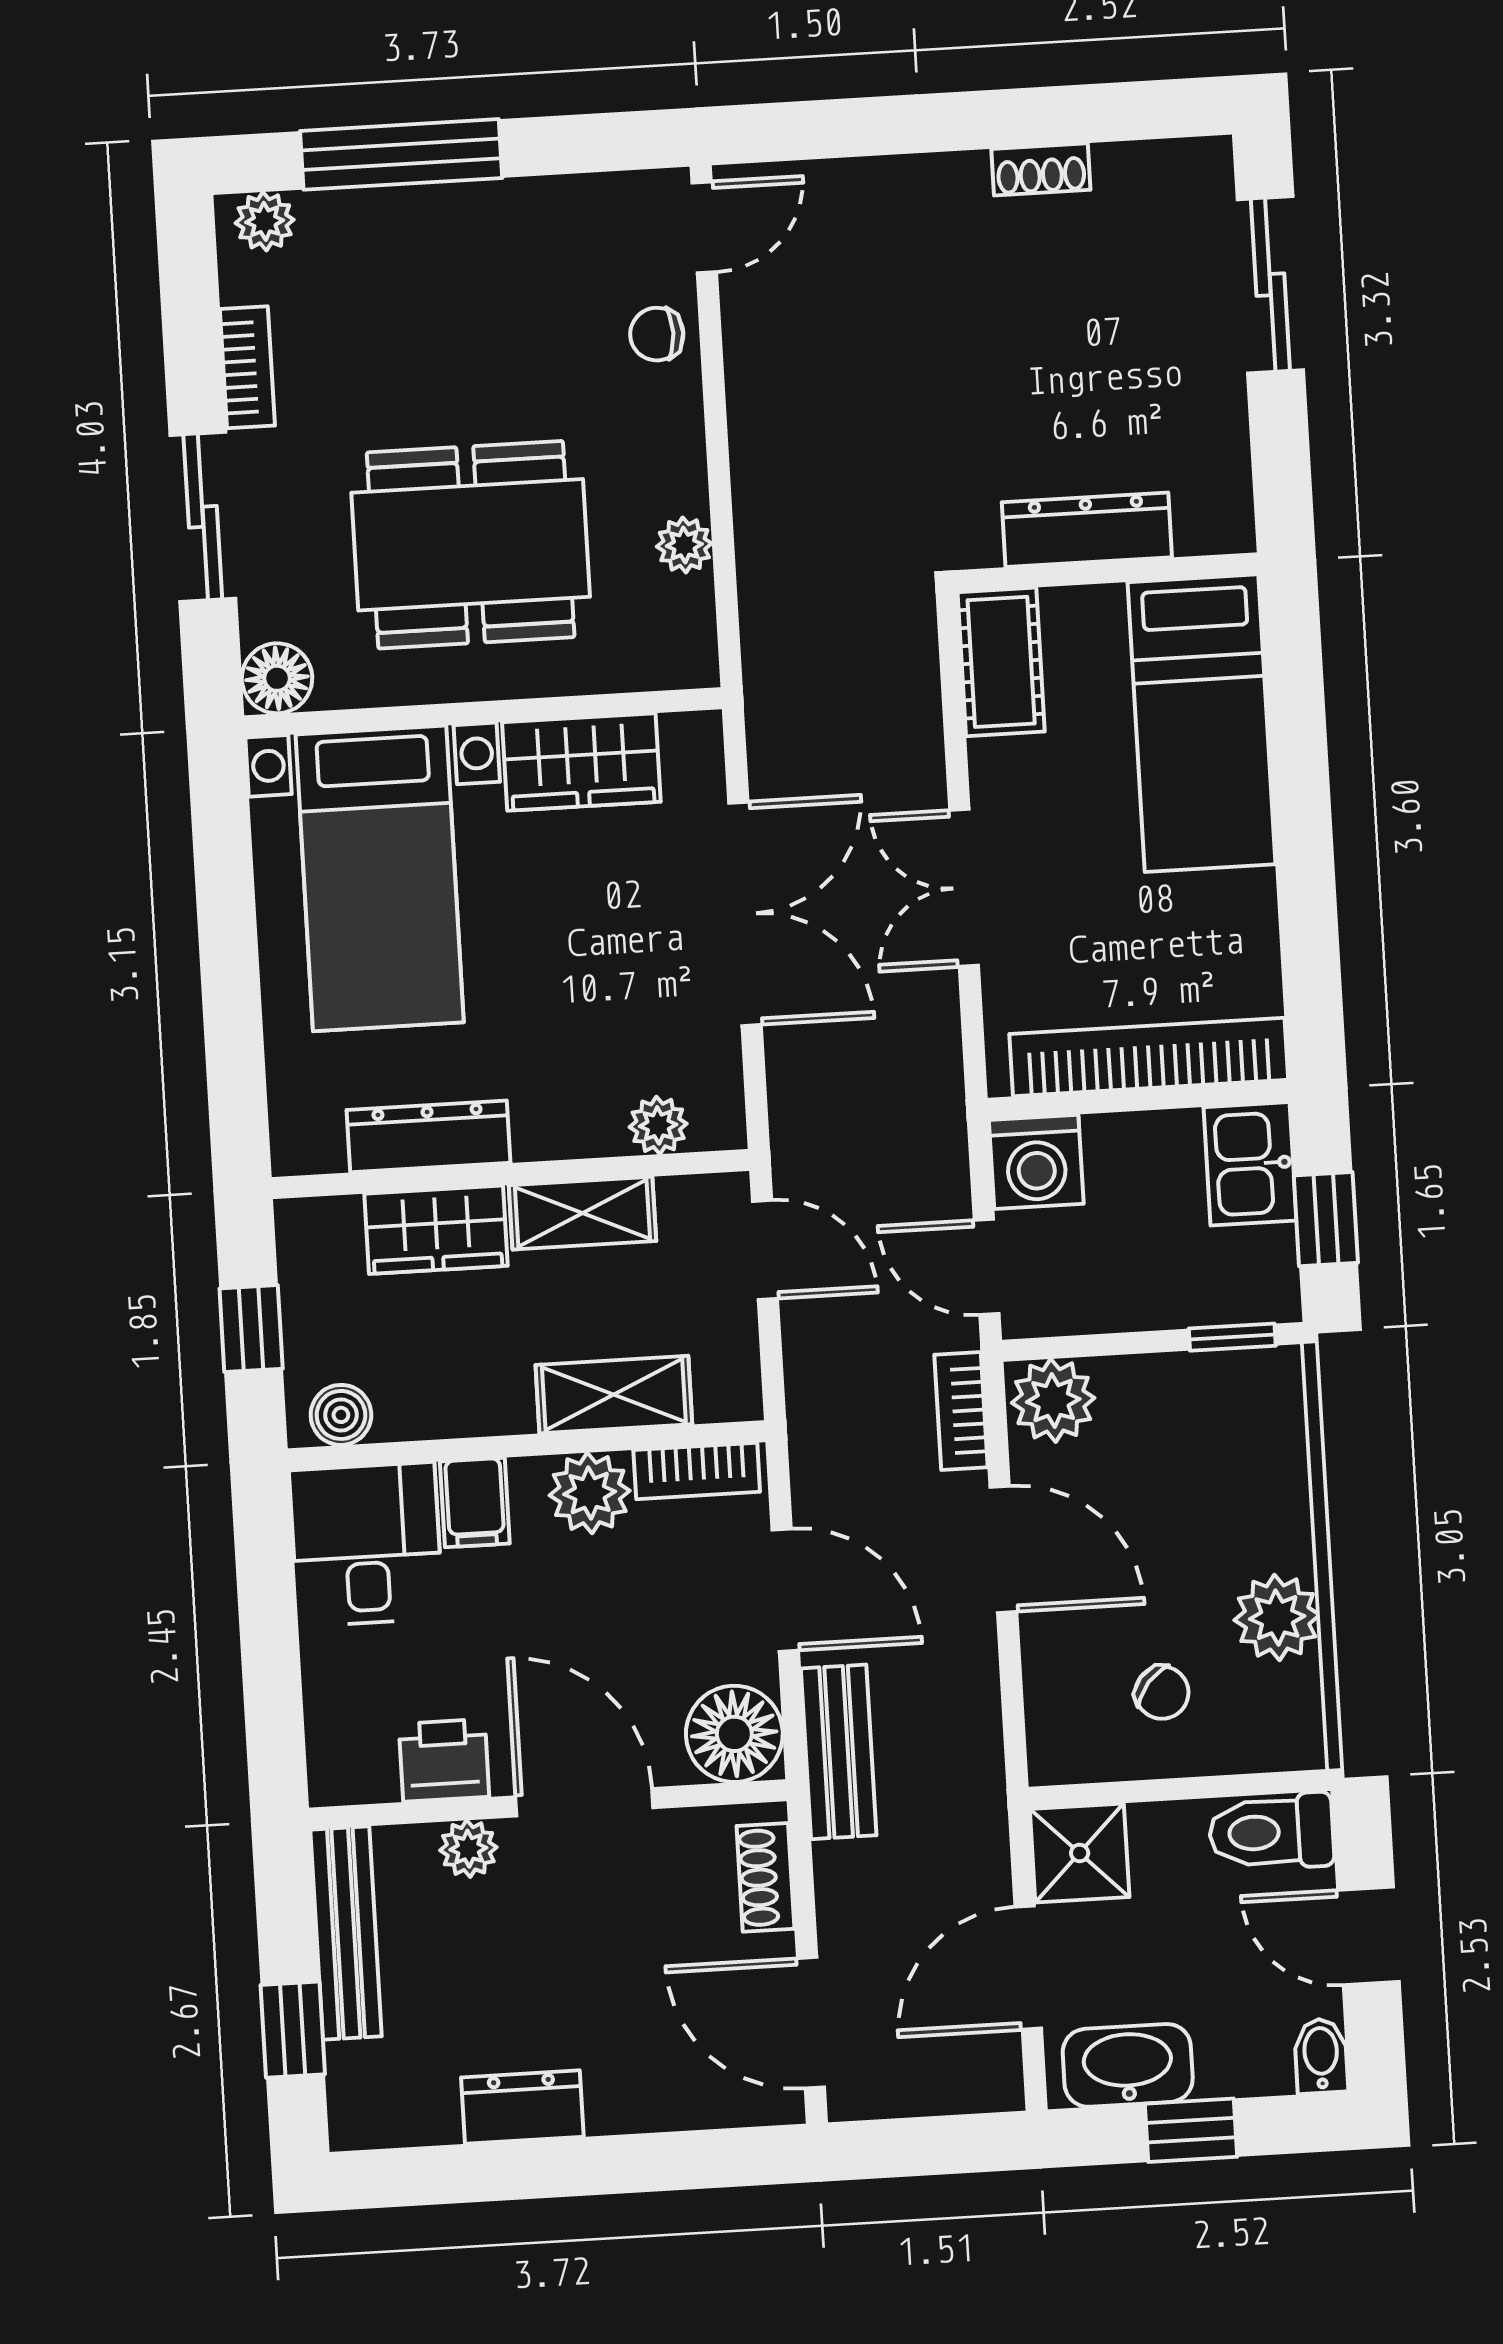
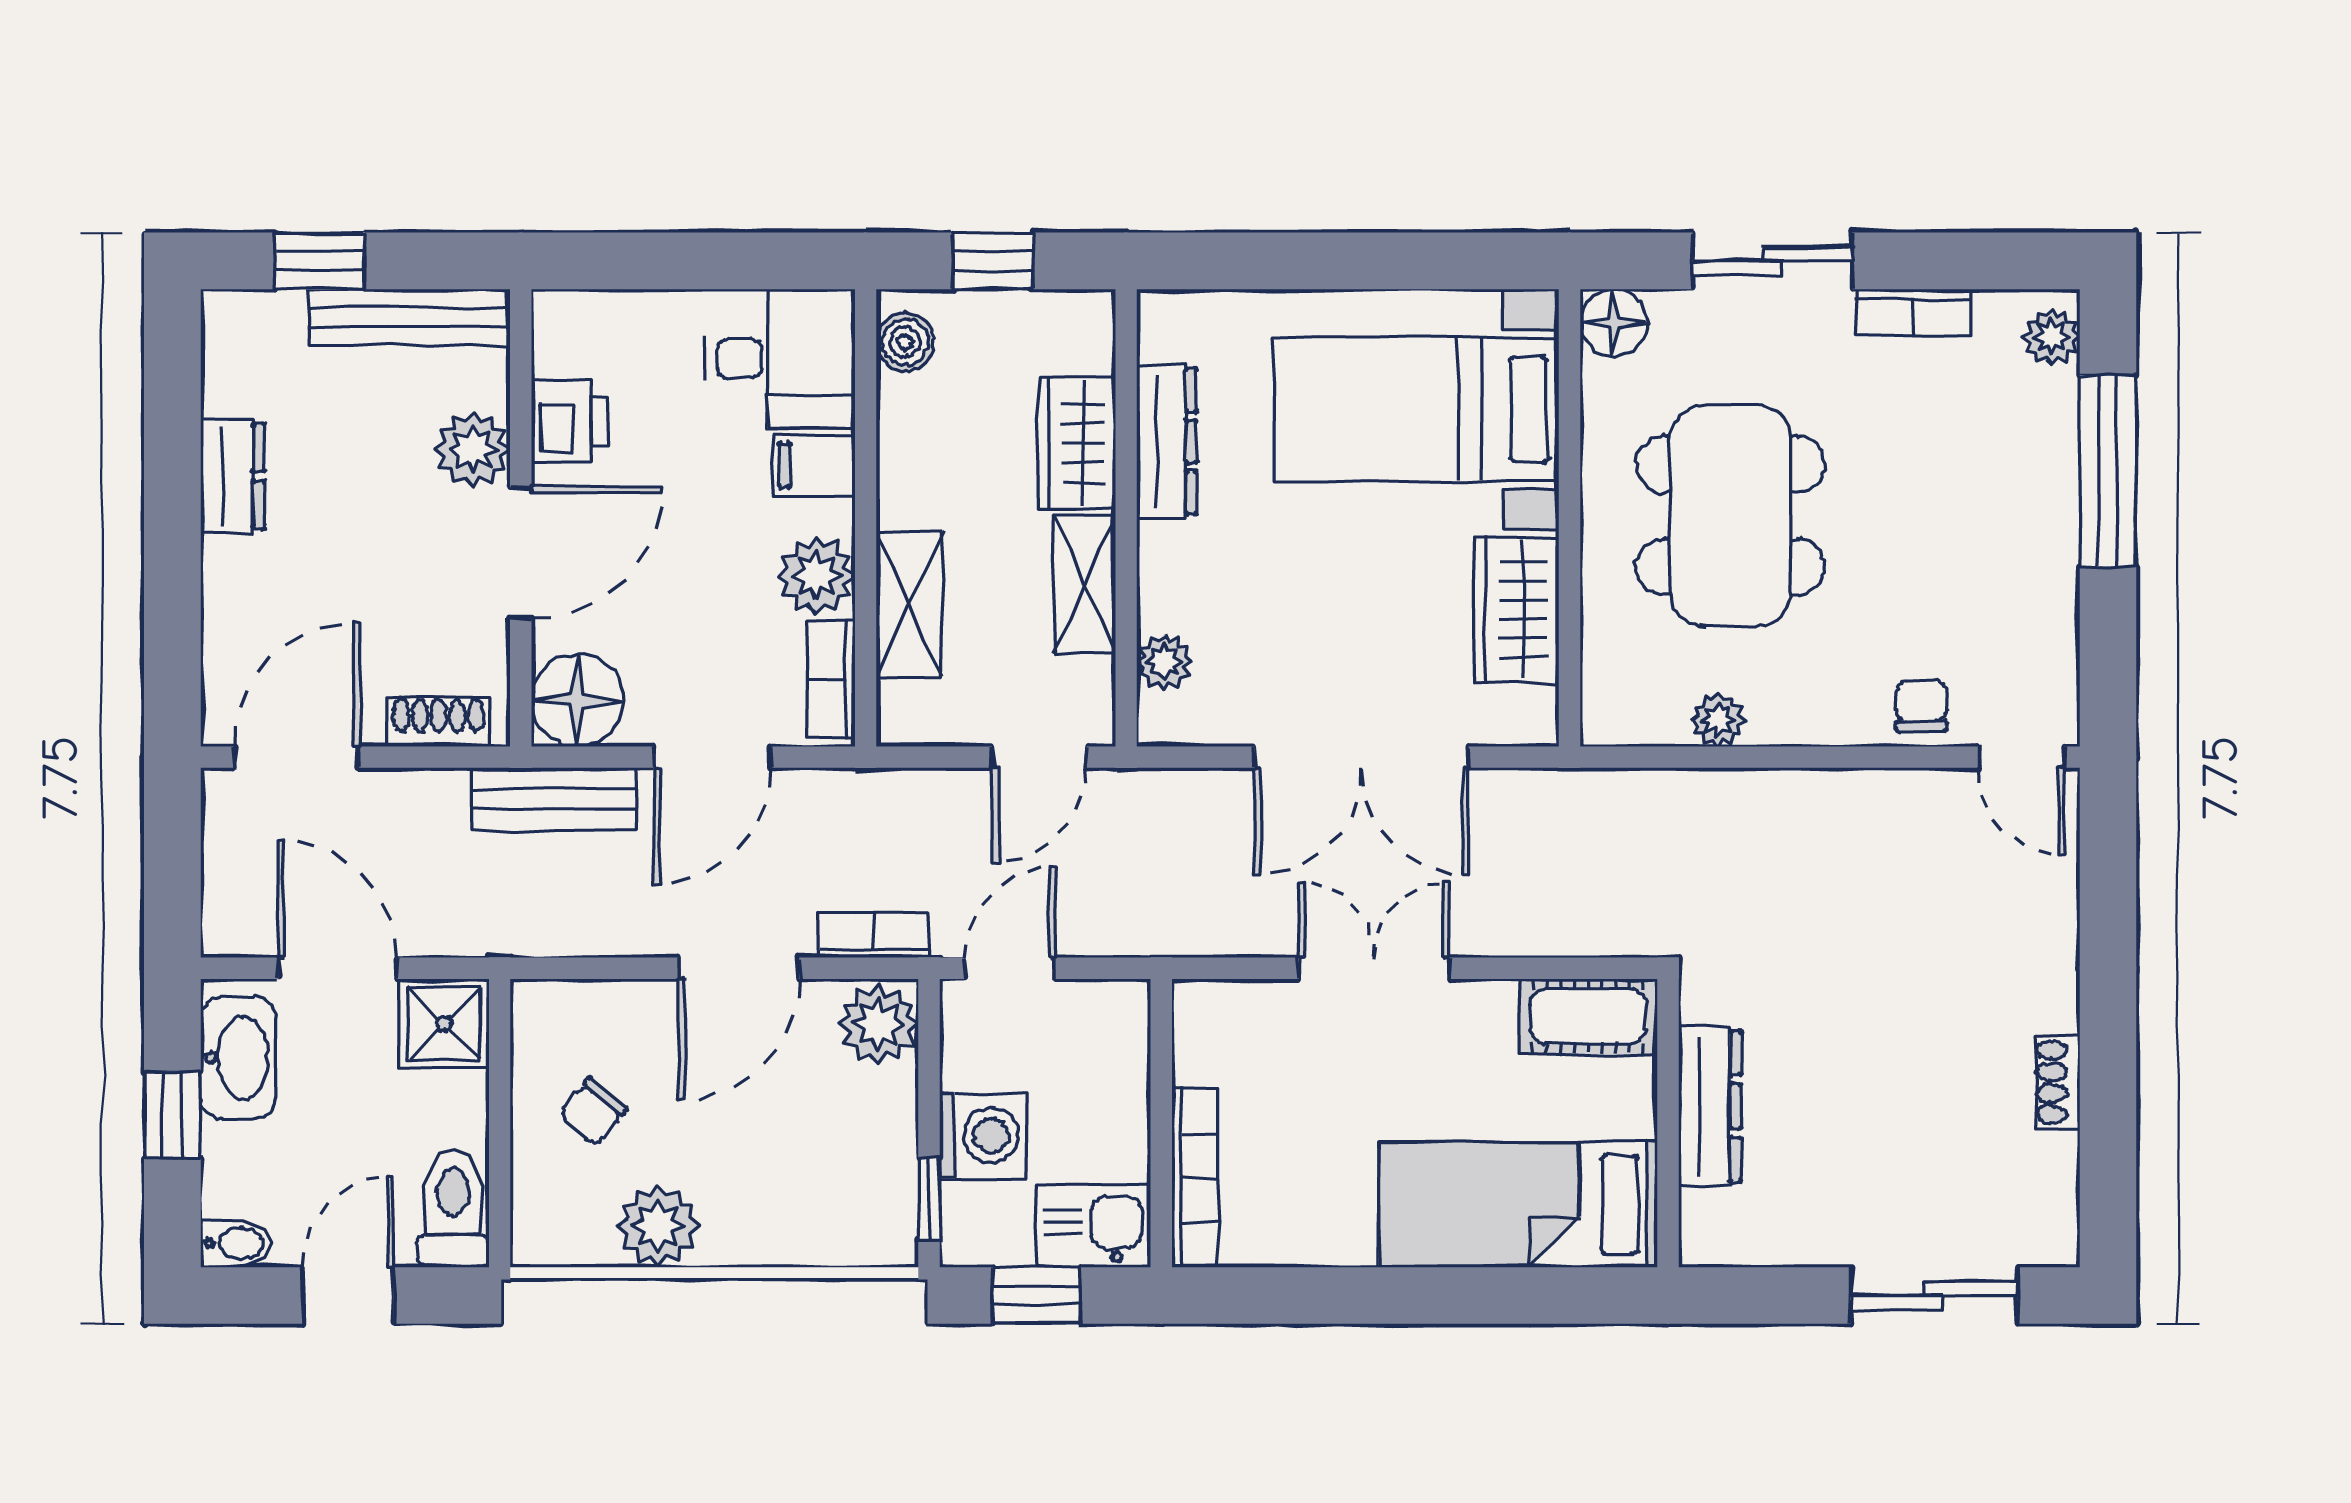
bookcase: (1149, 1057) -> (1195, 1178), width x0.68, depth x0.76
washing machine: (1036, 1162) -> (982, 1135), moved, turned 180
plant: (468, 1849) -> (473, 449), width x1.38, depth x1.38

